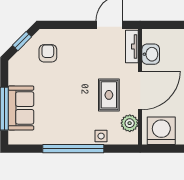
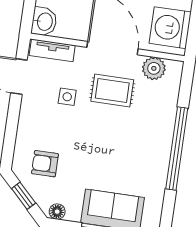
washbasin: (151, 54) -> (44, 22), moved, turned 90
floor lamp: (14, 67) -> (57, 212), added
side table: (101, 136) -> (67, 97), moved

